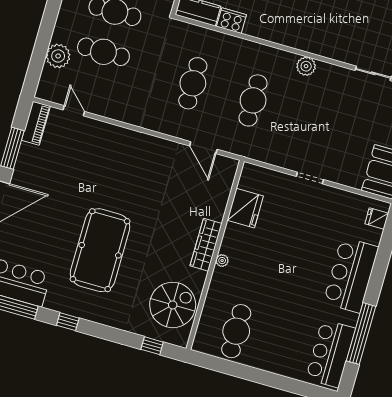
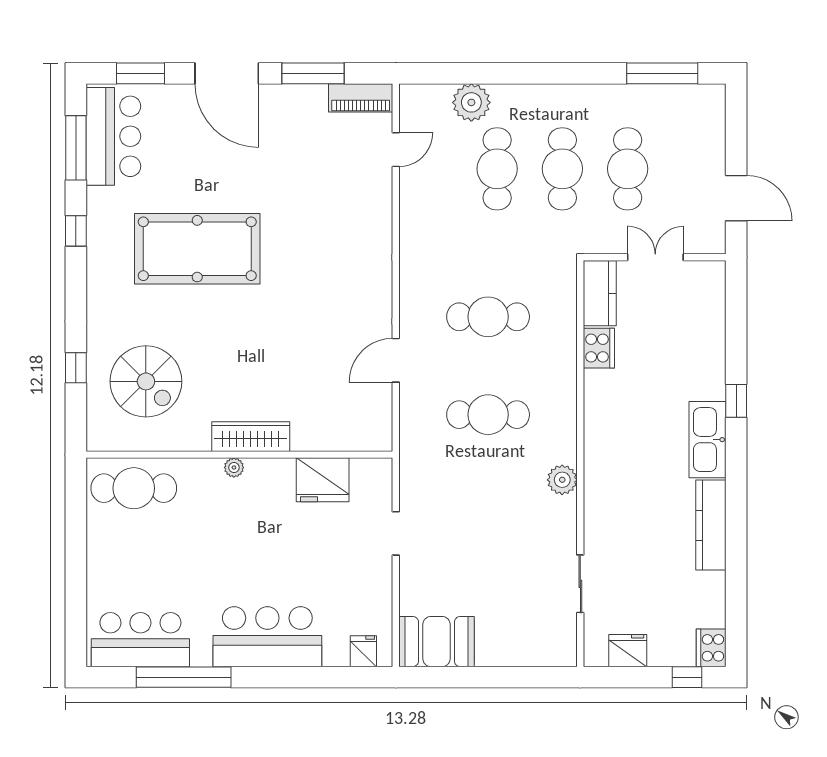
fridge: (245, 208) -> (323, 480), moved
wardrobe: (206, 245) -> (251, 437), moved
wall: (215, 255) -> (239, 455), moved
plant: (222, 261) -> (234, 467), moved

